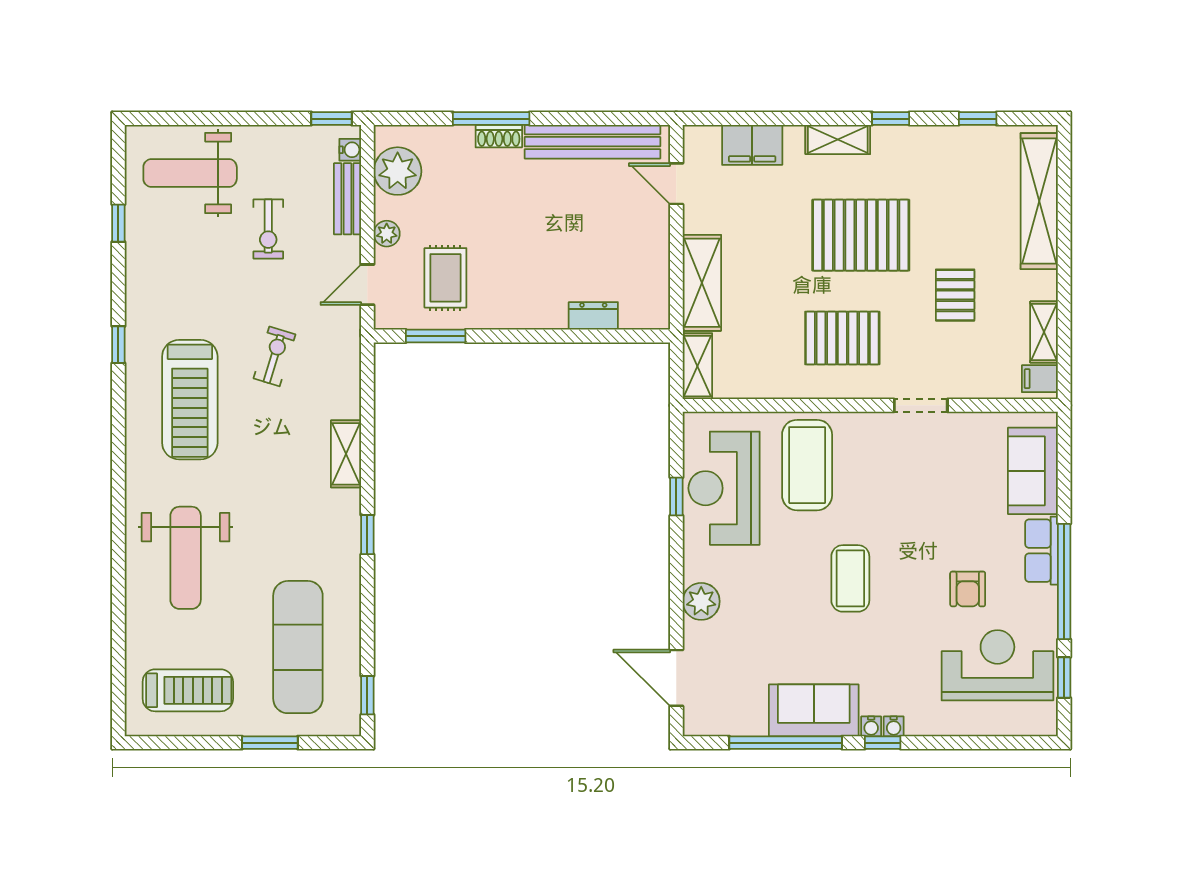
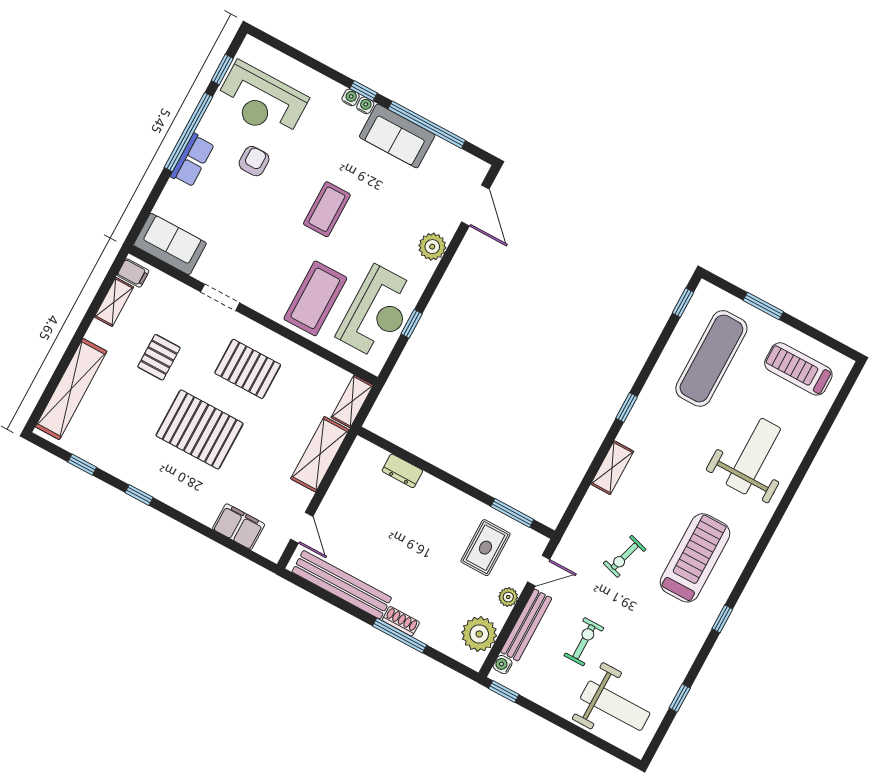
shelving: (838, 139) -> (181, 500), removed
bench: (347, 199) -> (526, 625), width x1.36
sofa: (1033, 471) -> (170, 244), moved, turned -90

